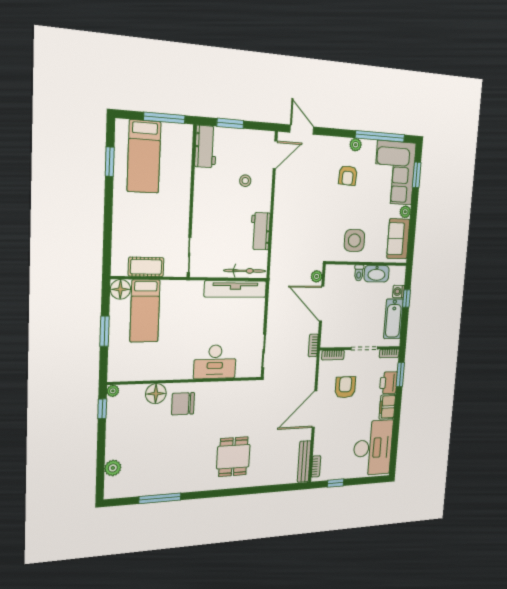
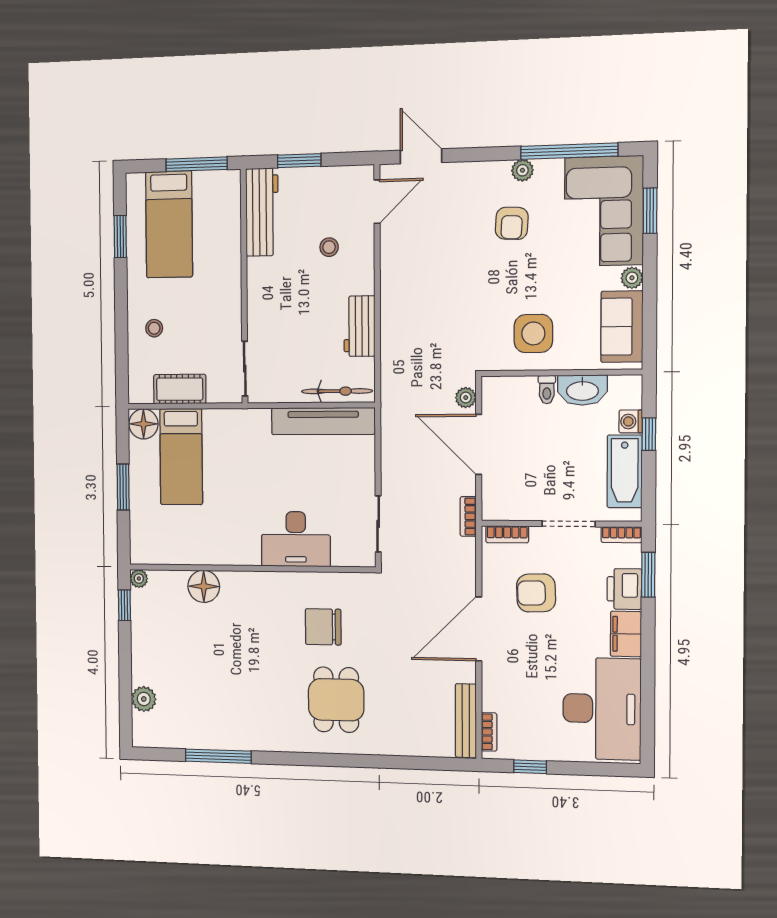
workbench: (206, 147) -> (262, 212), width x1.38
stool: (131, 226) -> (154, 328), added
armchair: (345, 387) -> (536, 593), turned -92
chair: (183, 404) -> (323, 627), moved

